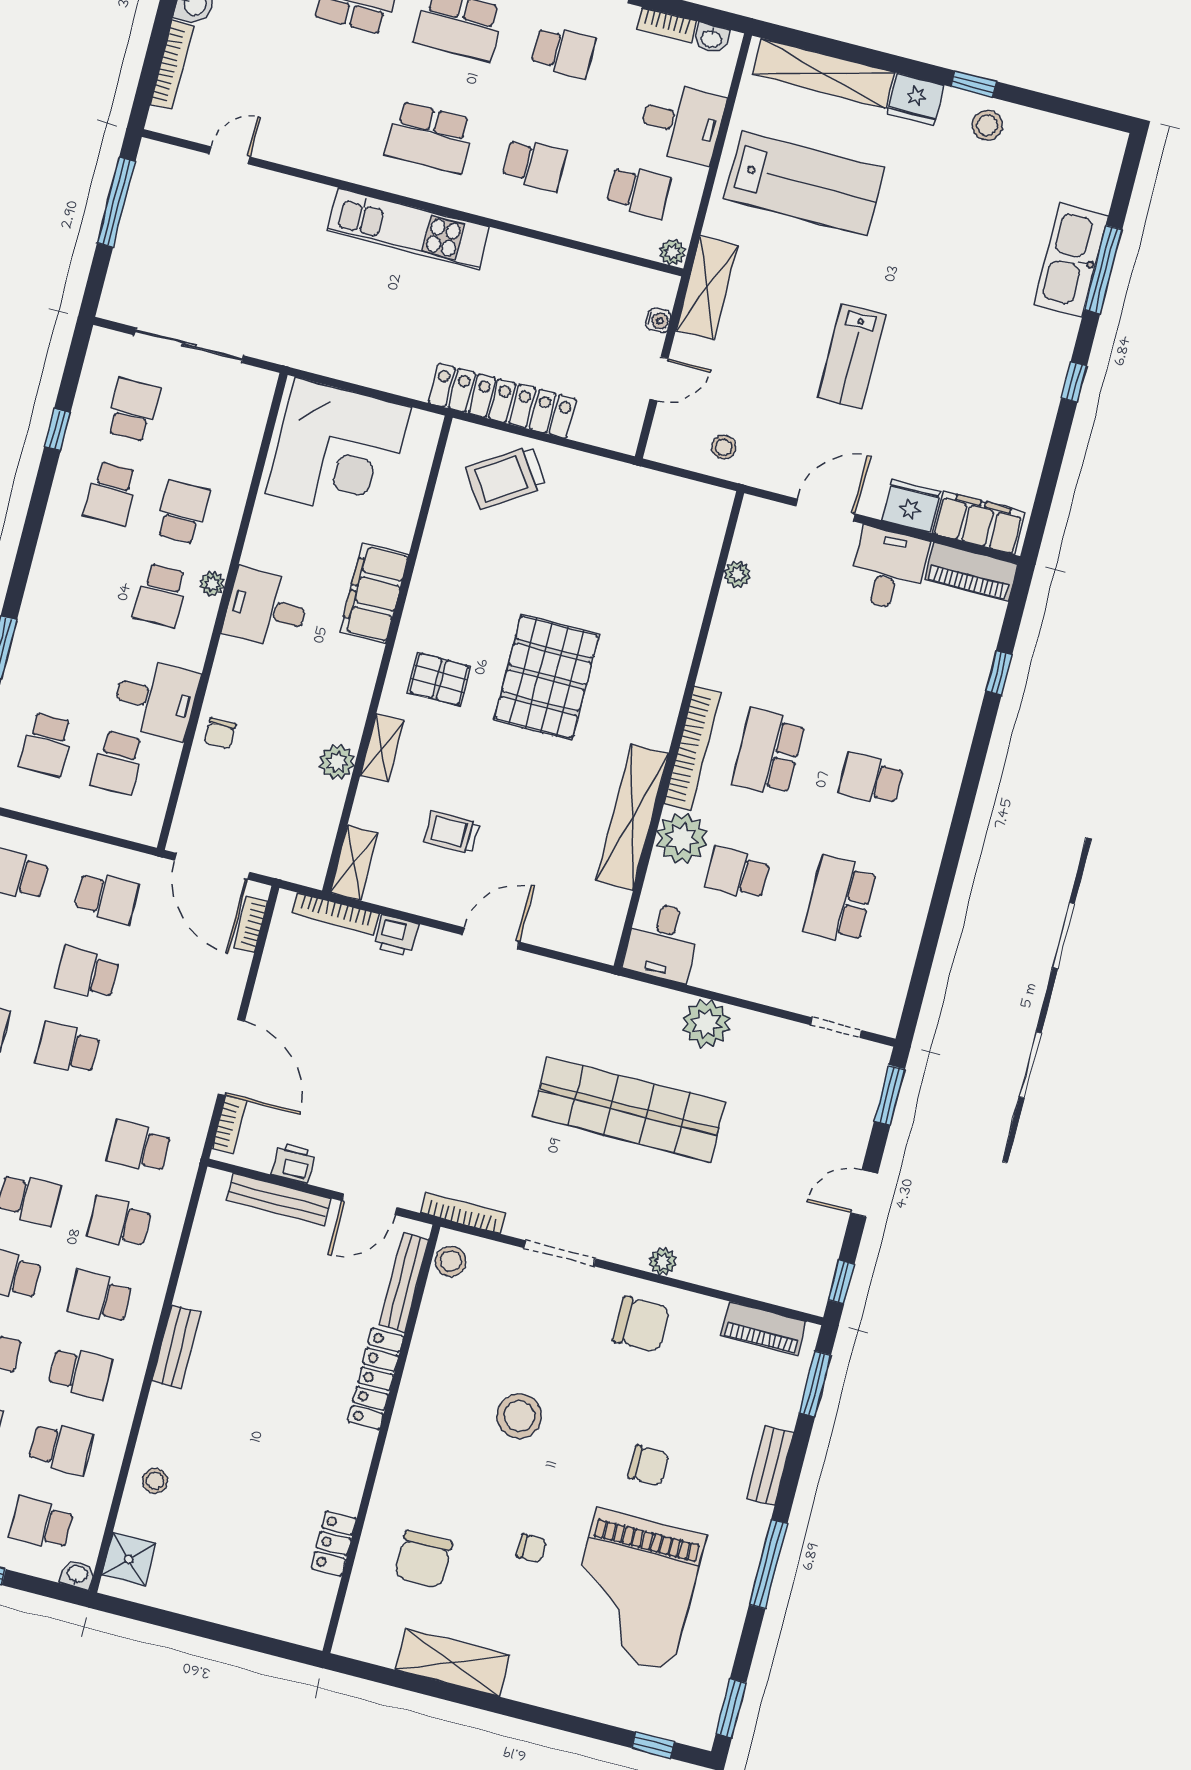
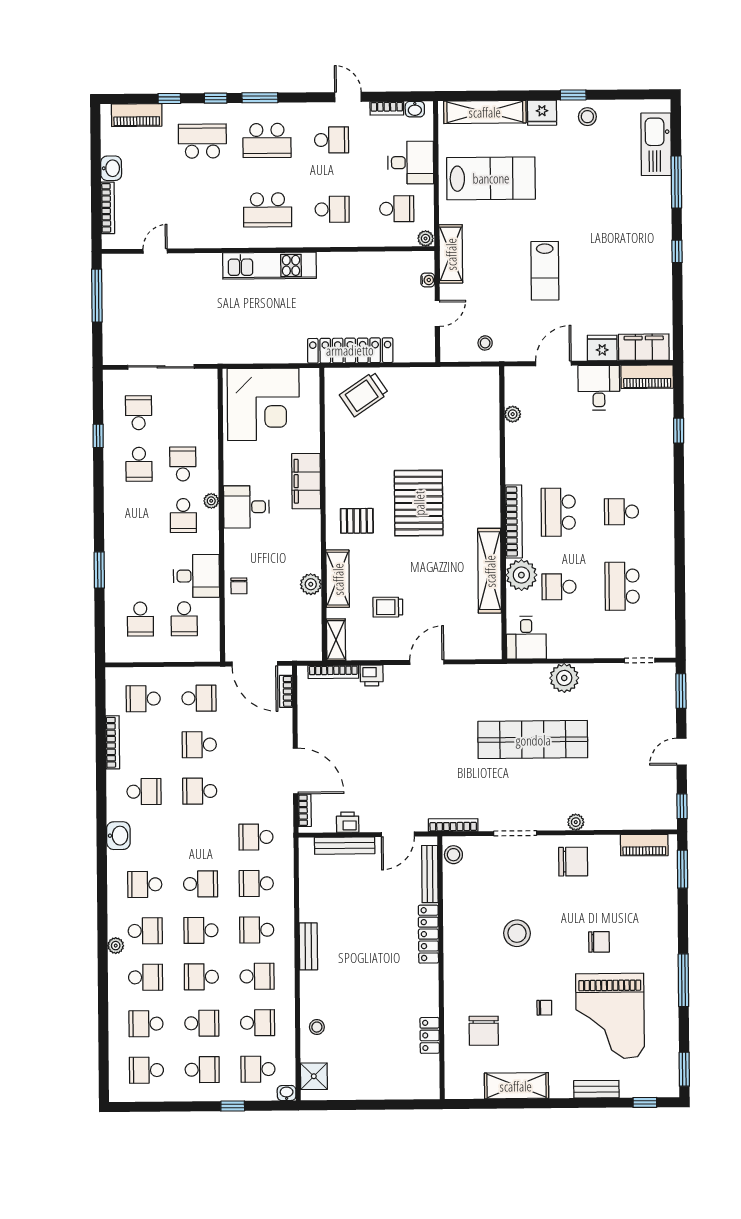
kitchen sink: (1071, 260) -> (656, 144), moved
shelving: (382, 748) -> (338, 579), width x1.50, depth x1.33
bench: (770, 1466) -> (596, 1089), moved, turned 90

